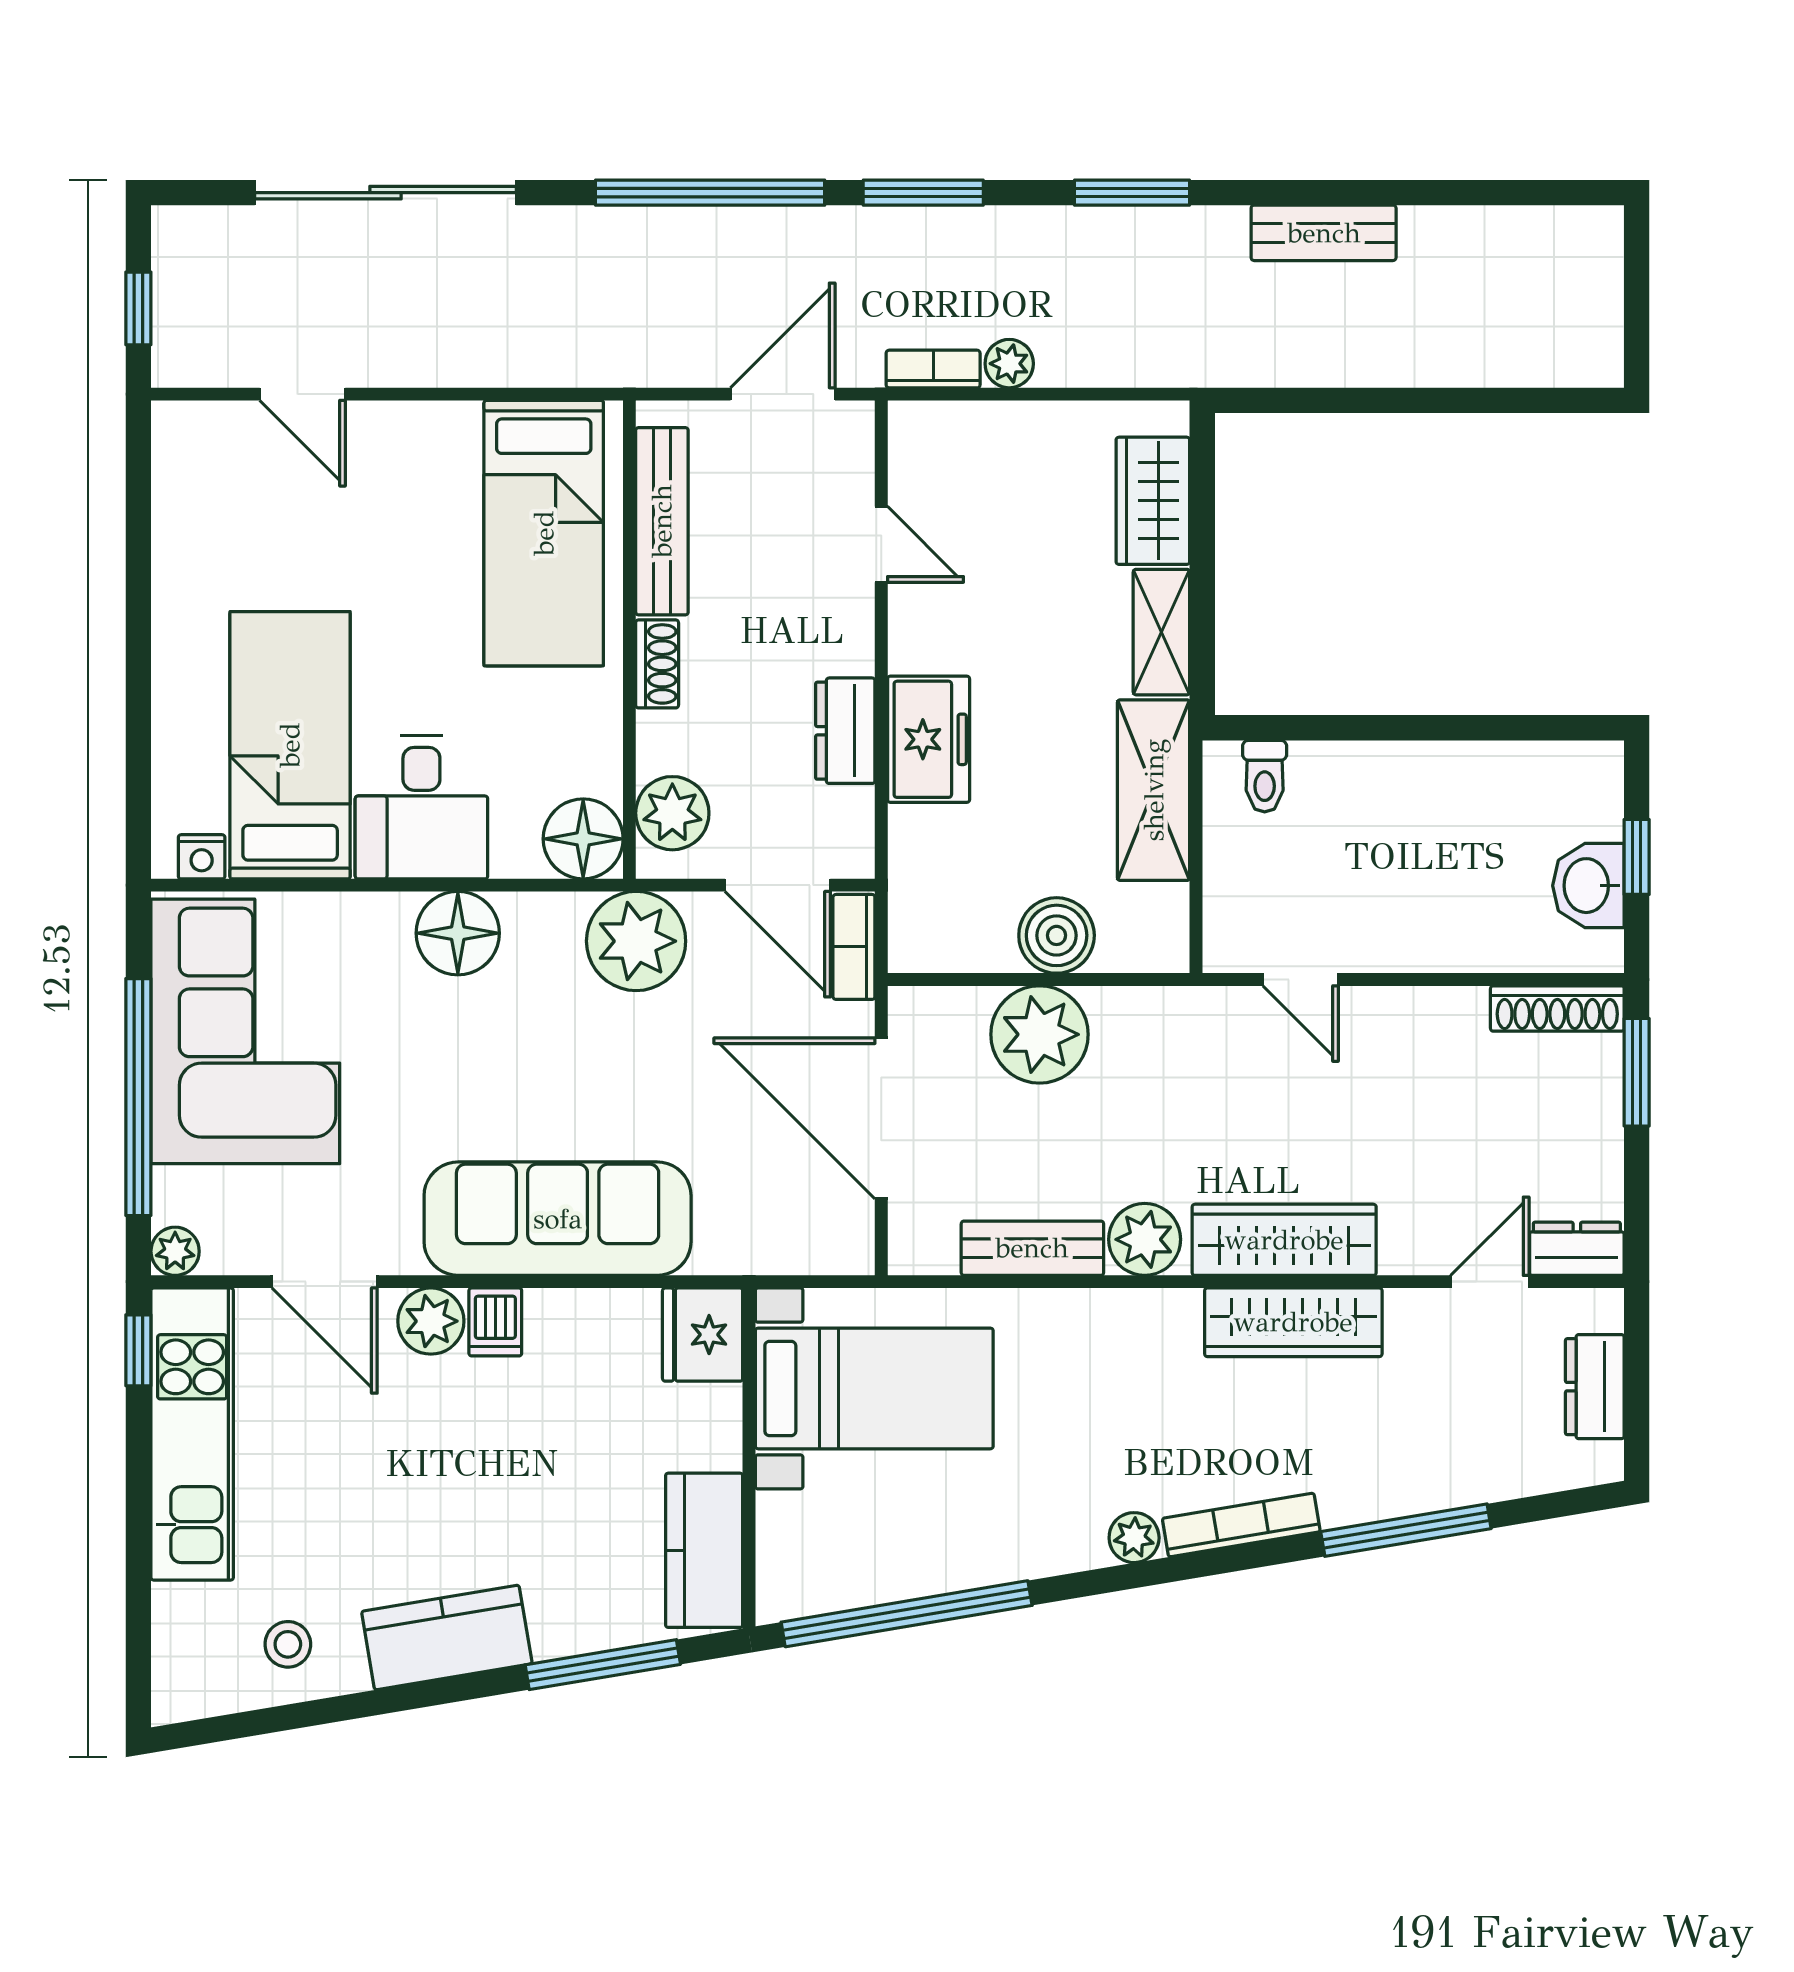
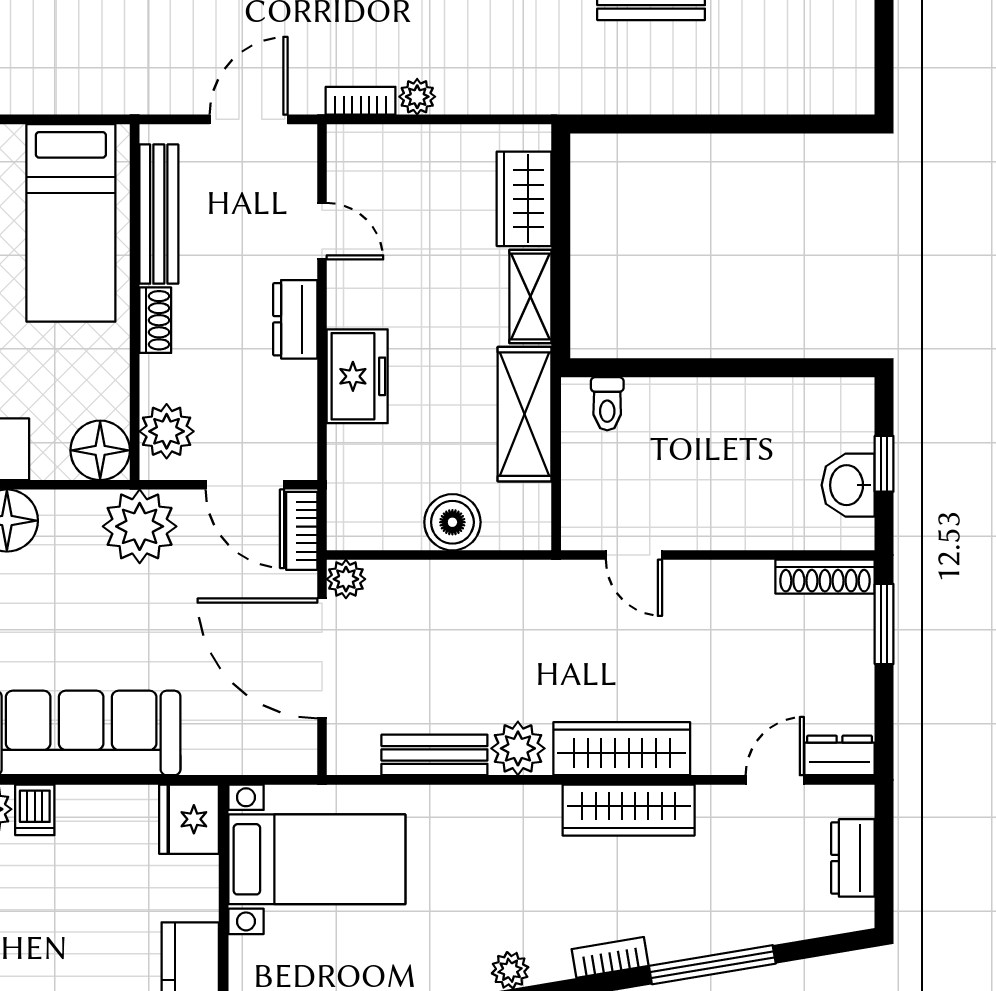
dresser: (845, 731) -> (295, 319), moved
plant: (1040, 1034) -> (346, 579), moved, width x0.53, depth x0.53
bookcase: (1241, 1525) -> (610, 957), width x0.64

